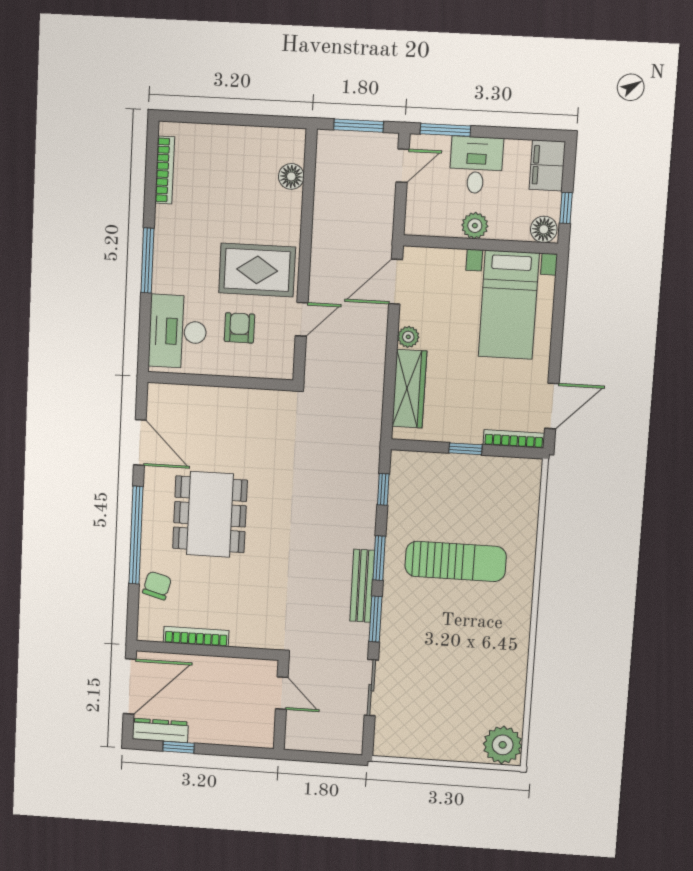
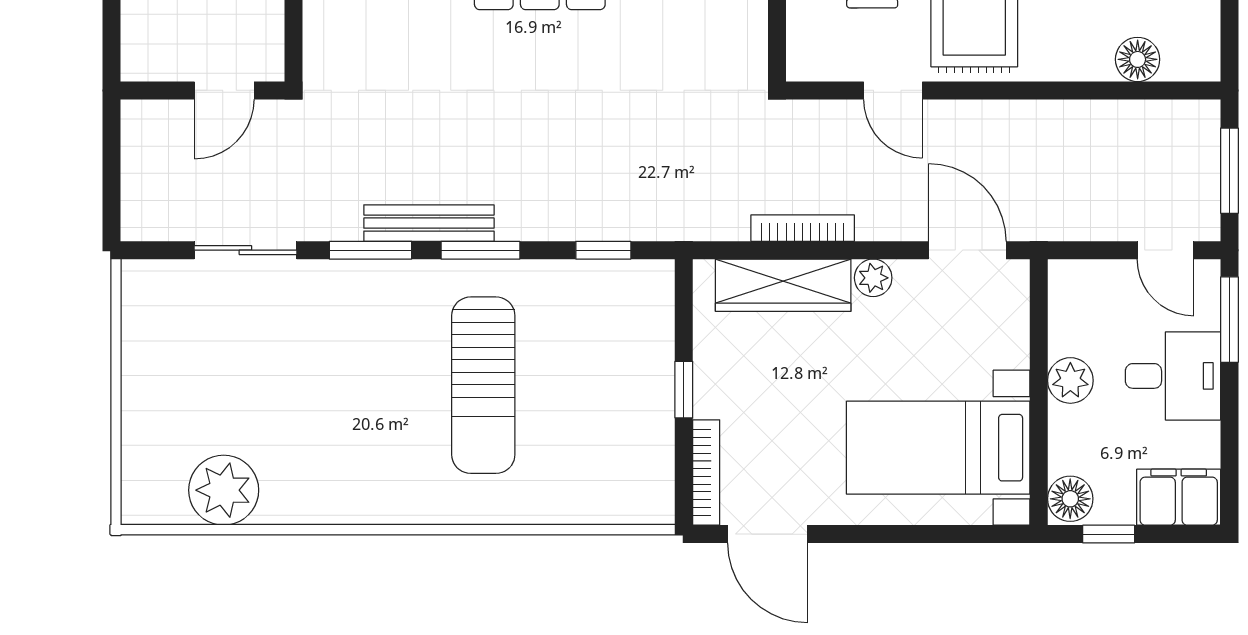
bookcase: (377, 376) -> (803, 228), added
plant: (503, 745) -> (224, 490), moved

